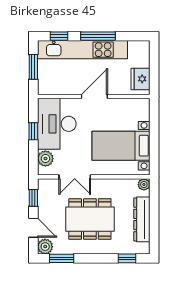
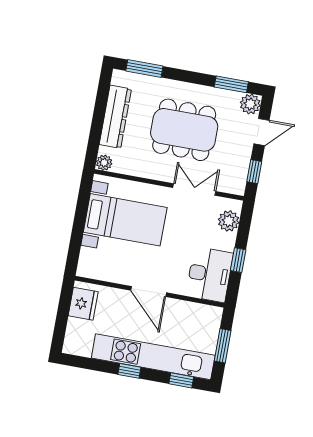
window: (98, 36) -> (129, 371), width x0.46
door: (94, 96) -> (149, 292), hinge flipped
desk: (57, 124) -> (209, 274), width x0.73, depth x0.77
door: (33, 228) -> (261, 132), swing flipped
window: (127, 258) -> (144, 69), width x1.50

